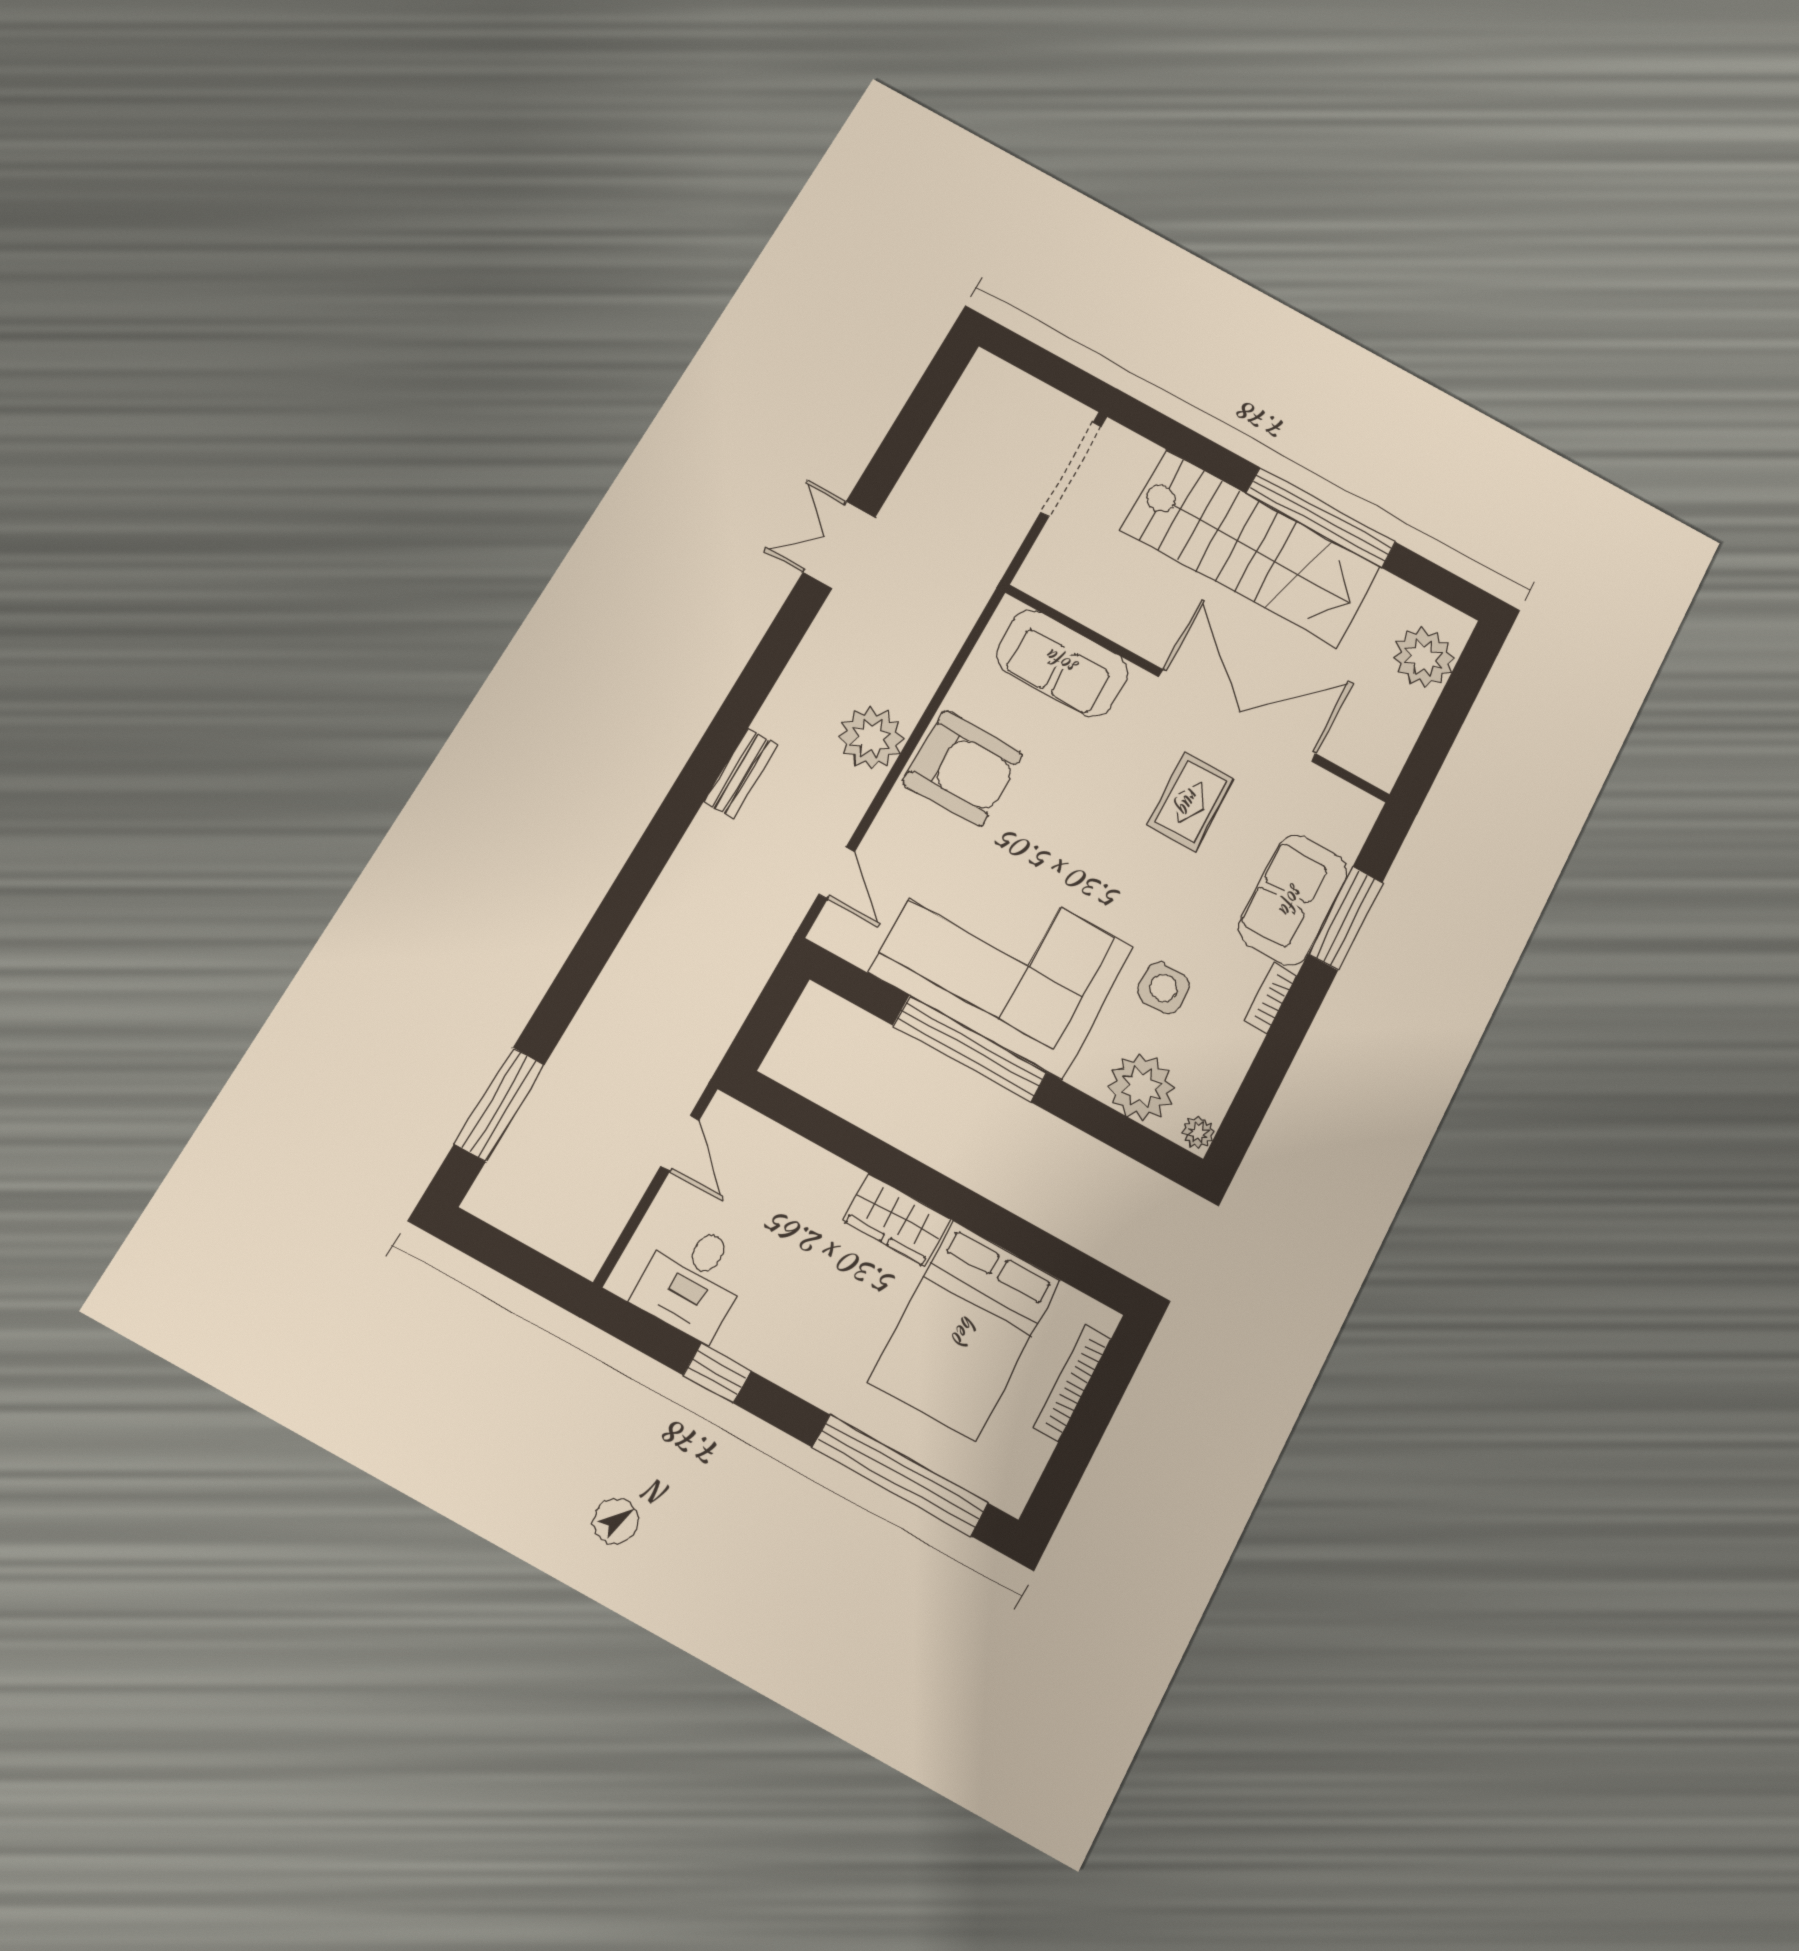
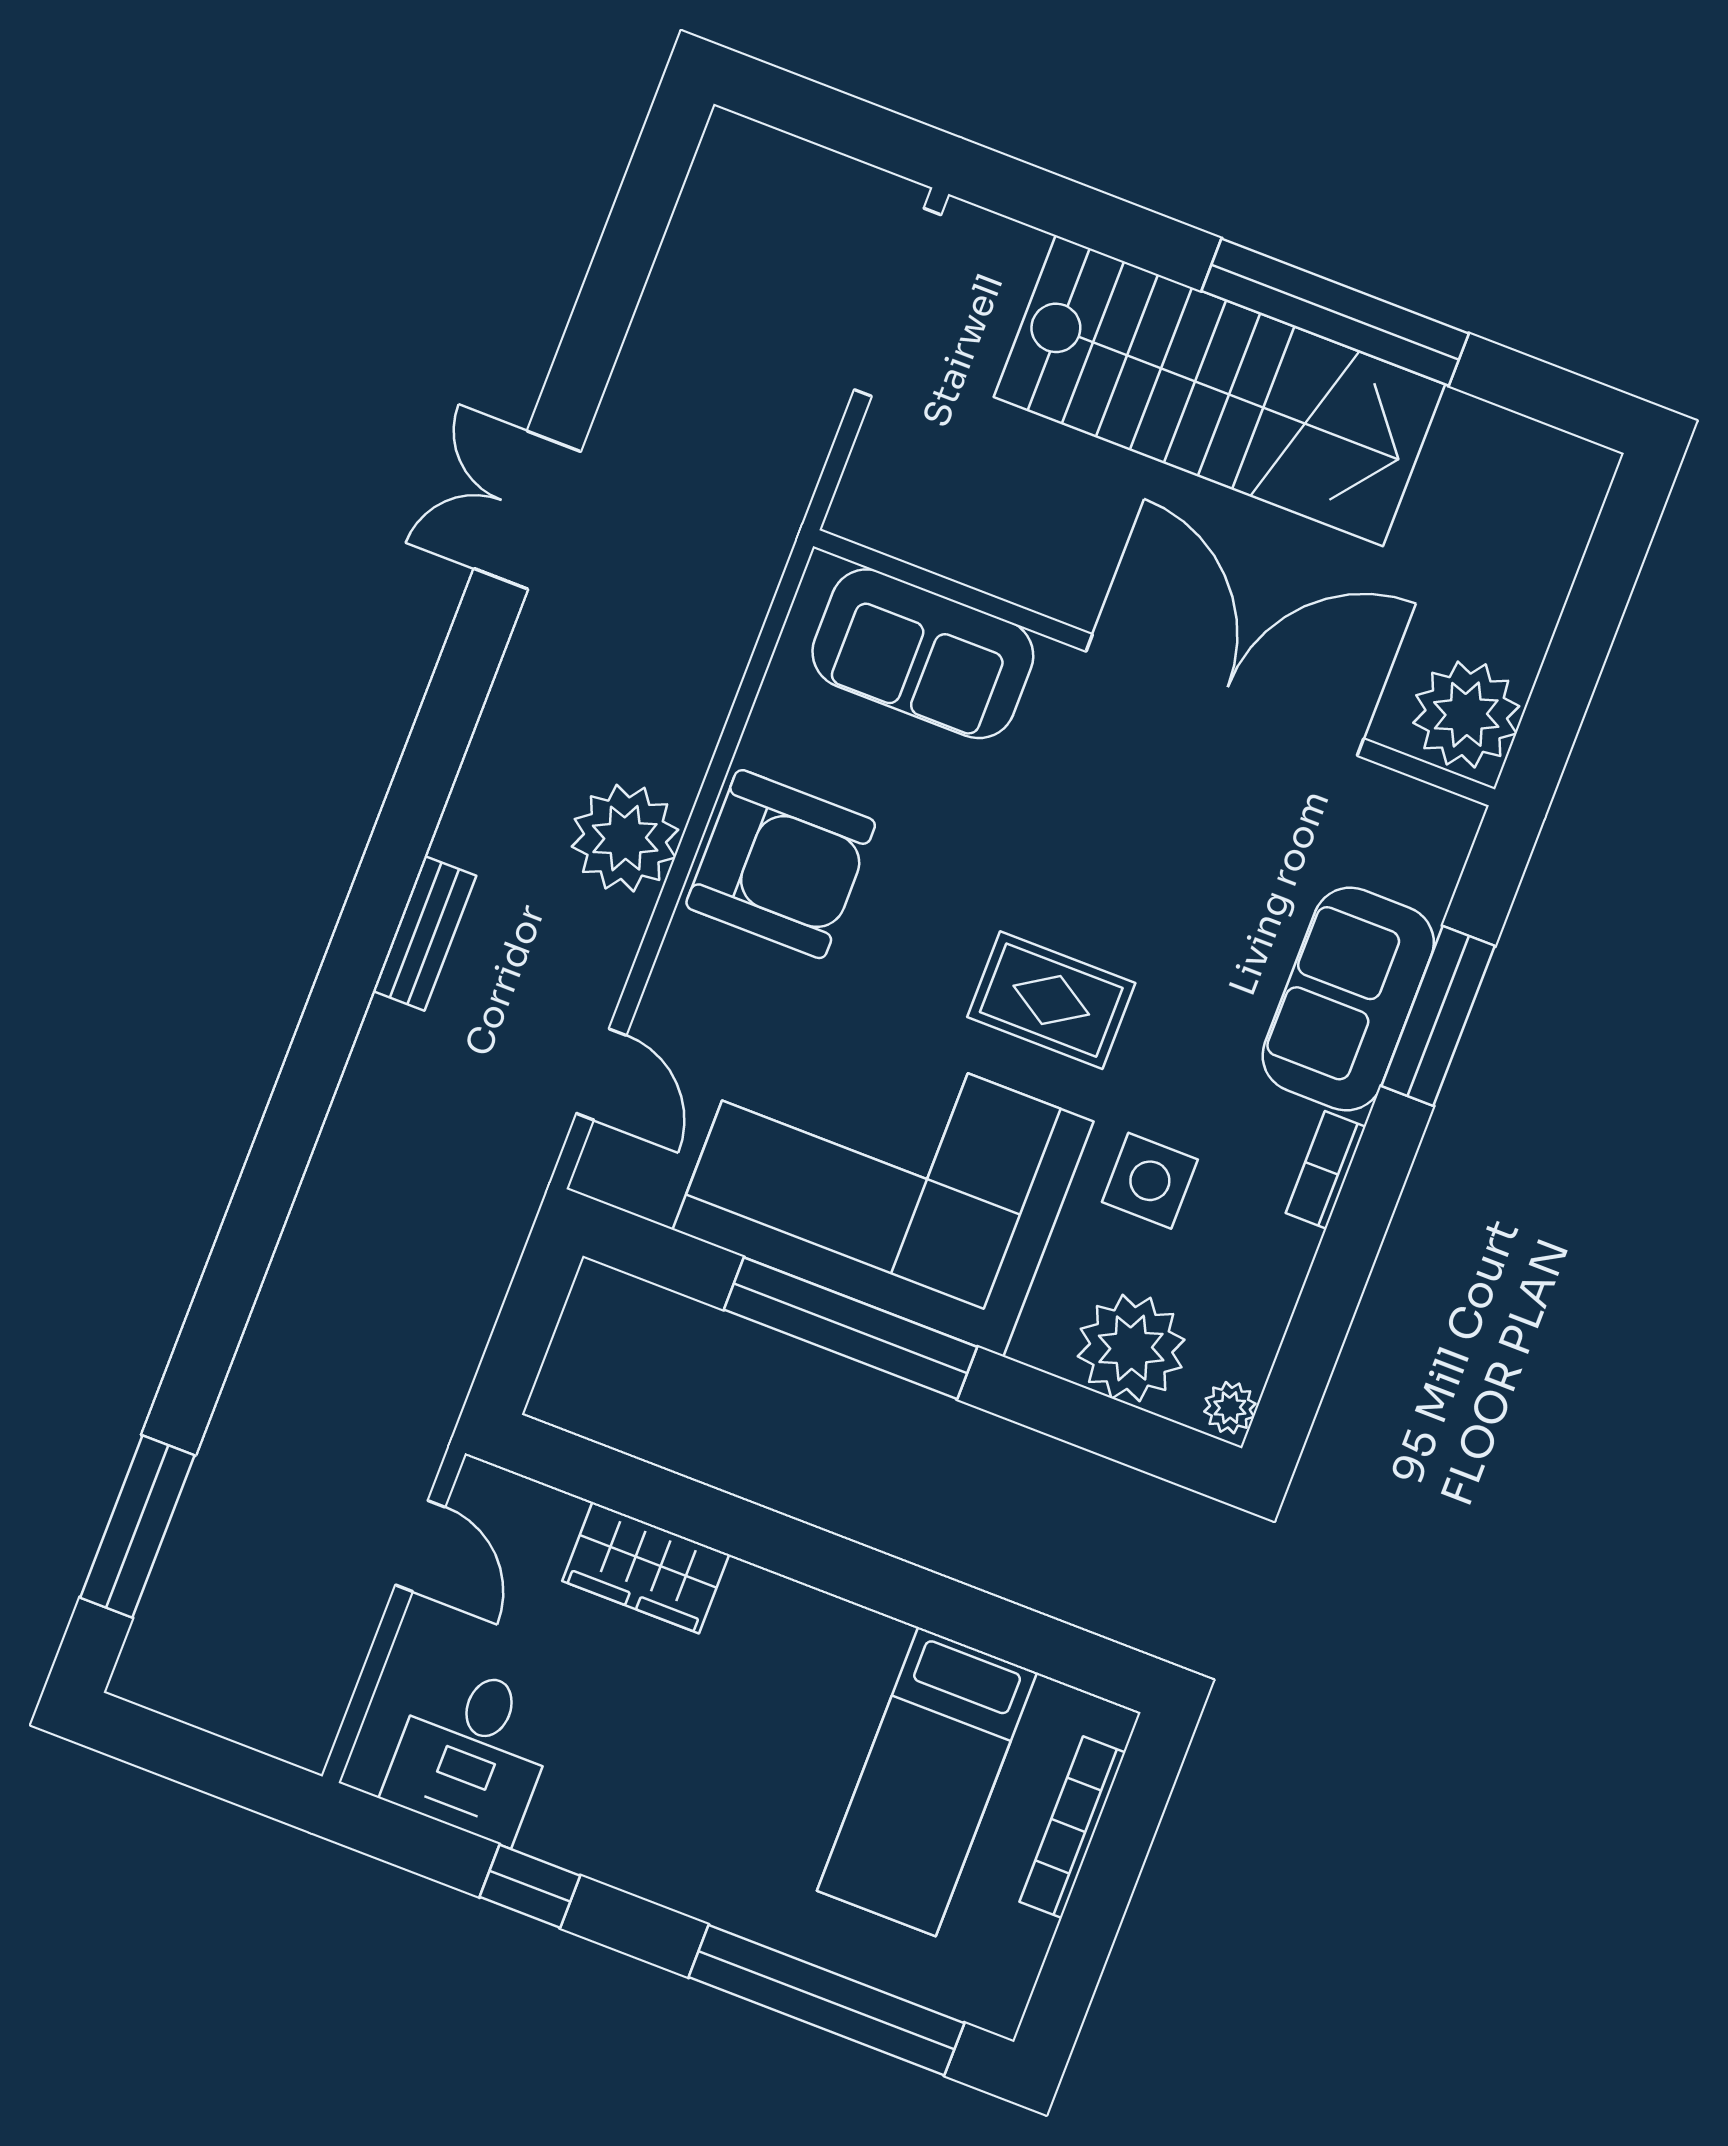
plant: (1424, 658) -> (1466, 714), moved
rug: (1190, 802) -> (1051, 1000), moved, turned 90
wardrobe: (896, 1220) -> (646, 1568), moved
bed: (965, 1330) -> (927, 1782), width x0.67

